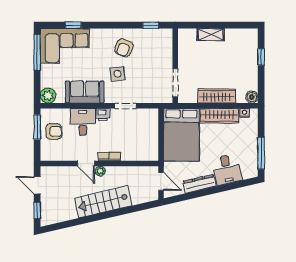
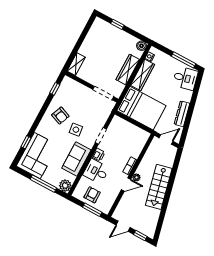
shelving: (211, 35) -> (76, 64), moved
window: (37, 52) -> (43, 184), moved
window: (37, 127) -> (92, 210), moved
desk: (227, 169) -> (185, 78), moved

